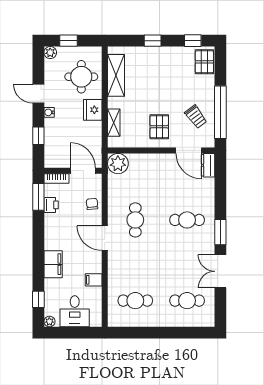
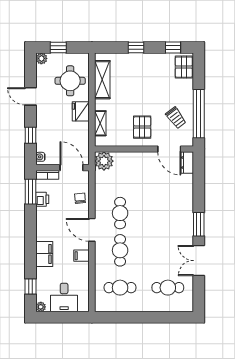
water cooler: (49, 112) -> (40, 157), moved
cafe table: (187, 220) -> (120, 250), moved, turned 90
filing cabinet: (94, 280) -> (82, 256), moved

